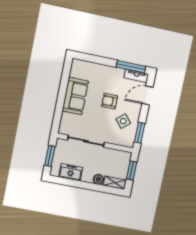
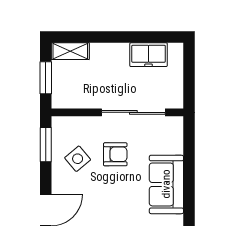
armchair: (110, 101) -> (115, 154), moved
window: (50, 156) -> (189, 76), removed
boiler: (98, 179) -> (99, 51), removed

